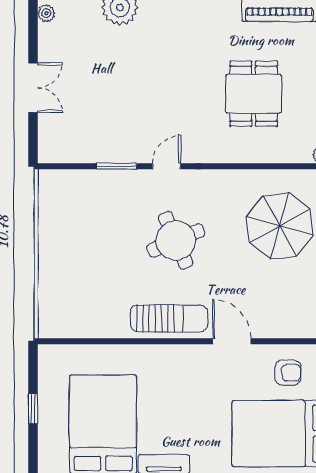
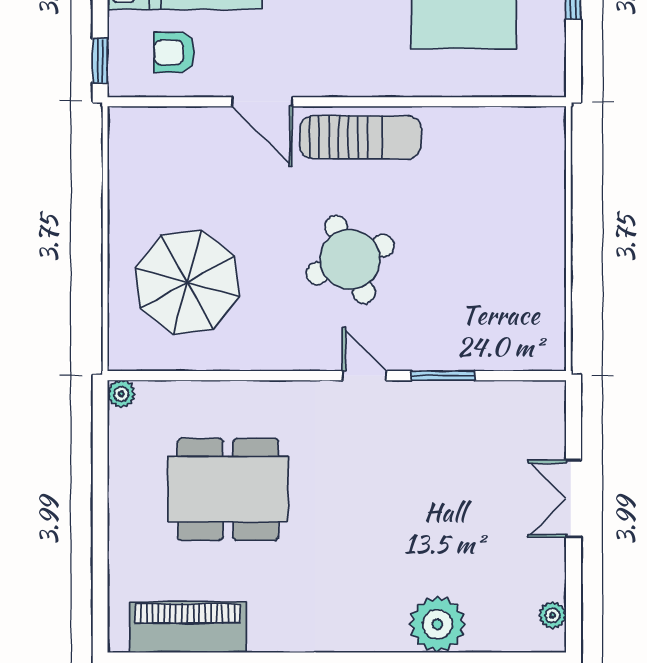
dining table: (254, 94) -> (228, 489), width x1.37
door: (167, 166) -> (364, 376), swing flipped
sun lounger: (169, 318) -> (360, 137), turned 180

